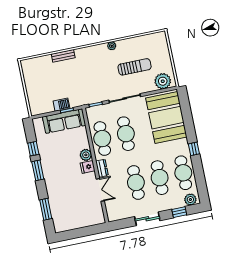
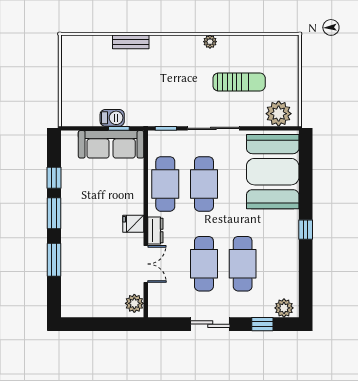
plant: (86, 155) -> (134, 303), moved
cafe table: (183, 173) -> (281, 264), removed
window: (46, 209) -> (54, 260), moved

